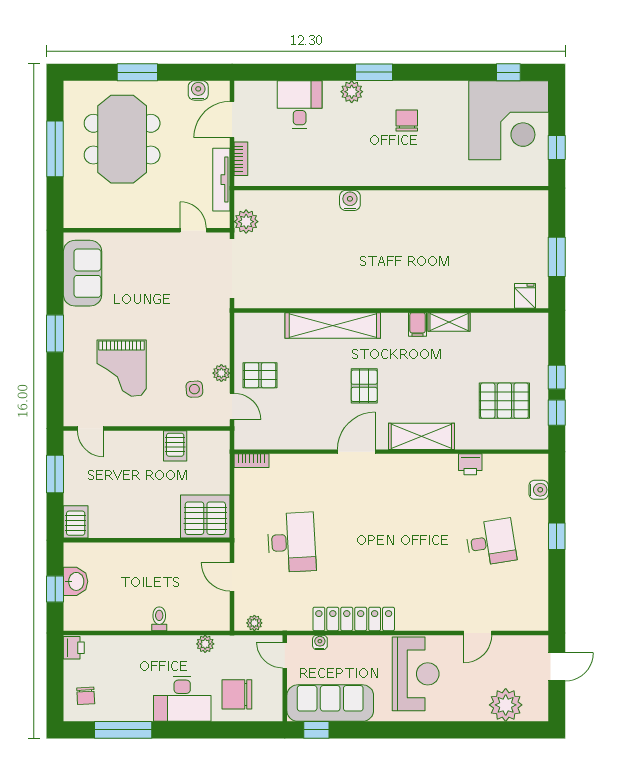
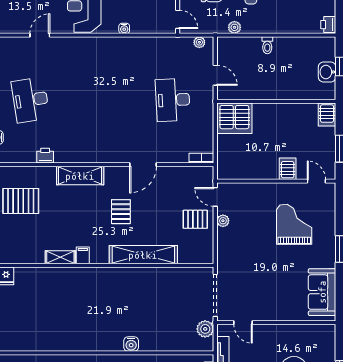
side table: (194, 389) -> (242, 209), removed
server rack: (175, 446) -> (288, 169), moved
door: (356, 452) -> (143, 165), moved
desk: (491, 542) -> (30, 100), width x1.37
locker: (354, 619) -> (128, 45), removed
water cooler: (320, 642) -> (124, 28), moved

